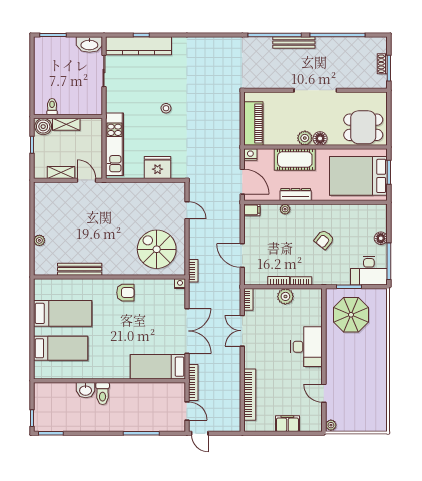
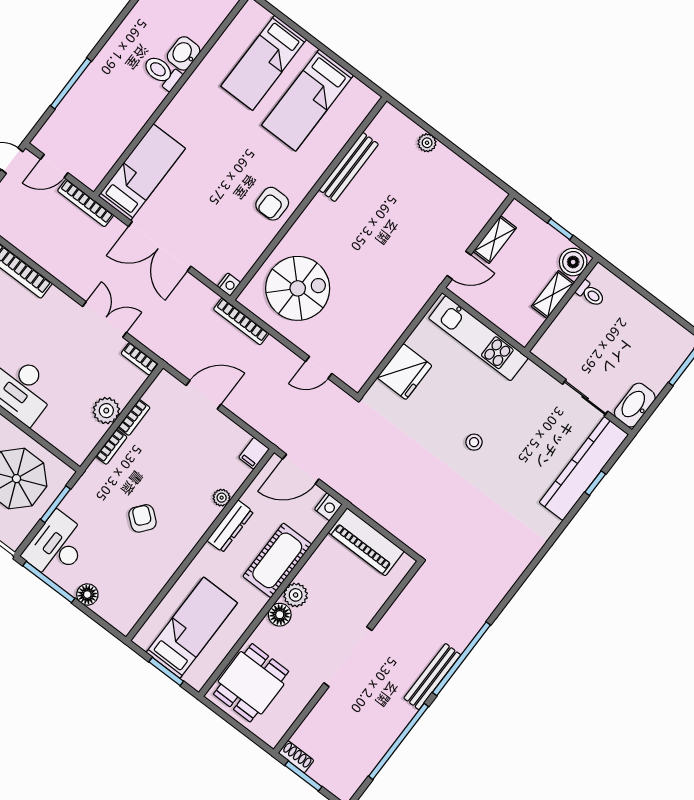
shoe rack: (382, 64) -> (296, 757), moved
bed: (358, 176) -> (192, 628), width x0.67
bookcase: (193, 271) -> (241, 321), width x1.56

